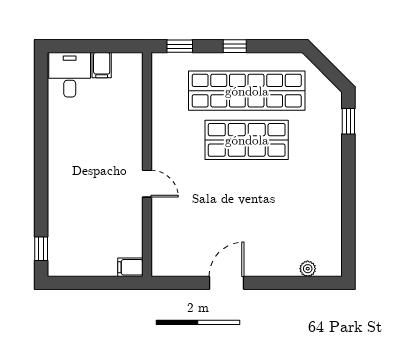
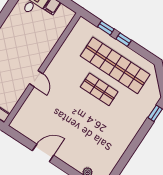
window: (180, 46) -> (106, 28), moved
shop shelf: (247, 140) -> (99, 89), width x0.70, depth x0.74

